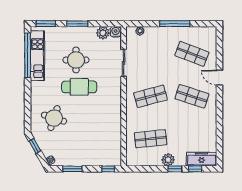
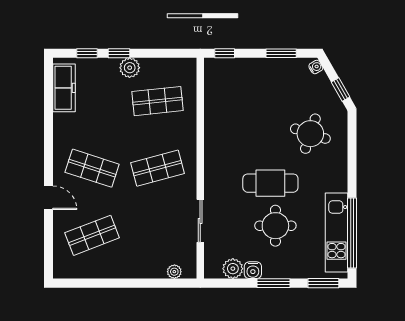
window: (175, 24) -> (119, 283), removed
water cooler: (116, 32) -> (253, 270), moved
shop shelf: (192, 54) -> (92, 235), turned -42
freezer: (202, 159) -> (64, 88), moved, turned -90

